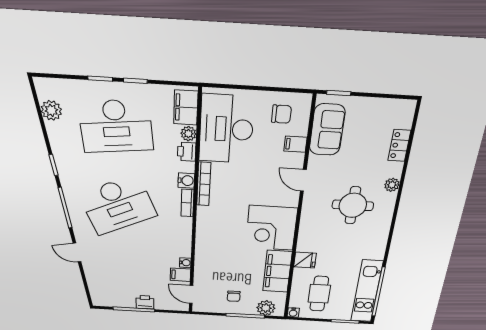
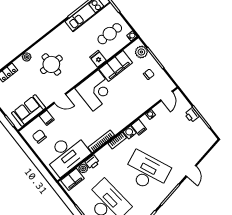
door: (303, 180) -> (60, 98), hinge flipped
water cooler: (186, 181) -> (130, 132), moved
filing cabinet: (180, 275) -> (139, 127), moved

